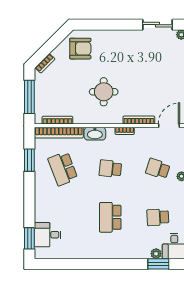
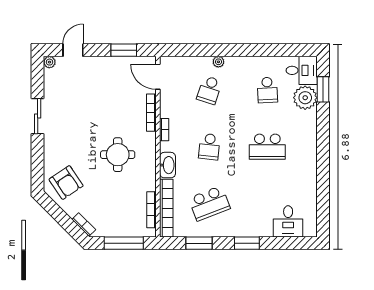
sliding door: (158, 25) -> (38, 116), moved
armchair: (80, 49) -> (66, 183), turned 146
window: (29, 238) -> (247, 243), moved
plant: (156, 254) -> (305, 98), width x1.88, depth x1.88

